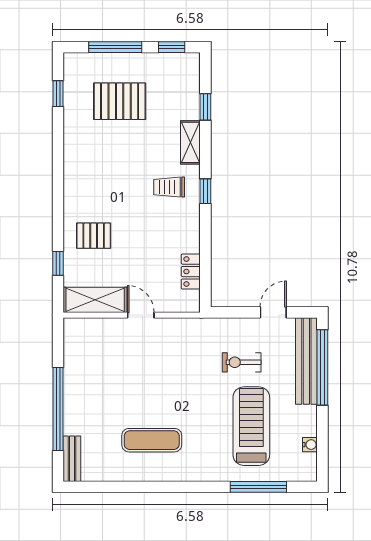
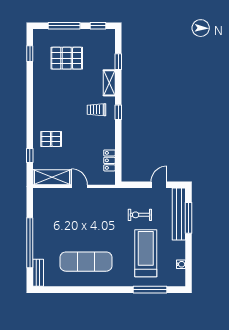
window: (322, 367) -> (188, 218), width x0.68
exercise mat: (152, 440) -> (86, 262), width x1.36, depth x1.45

